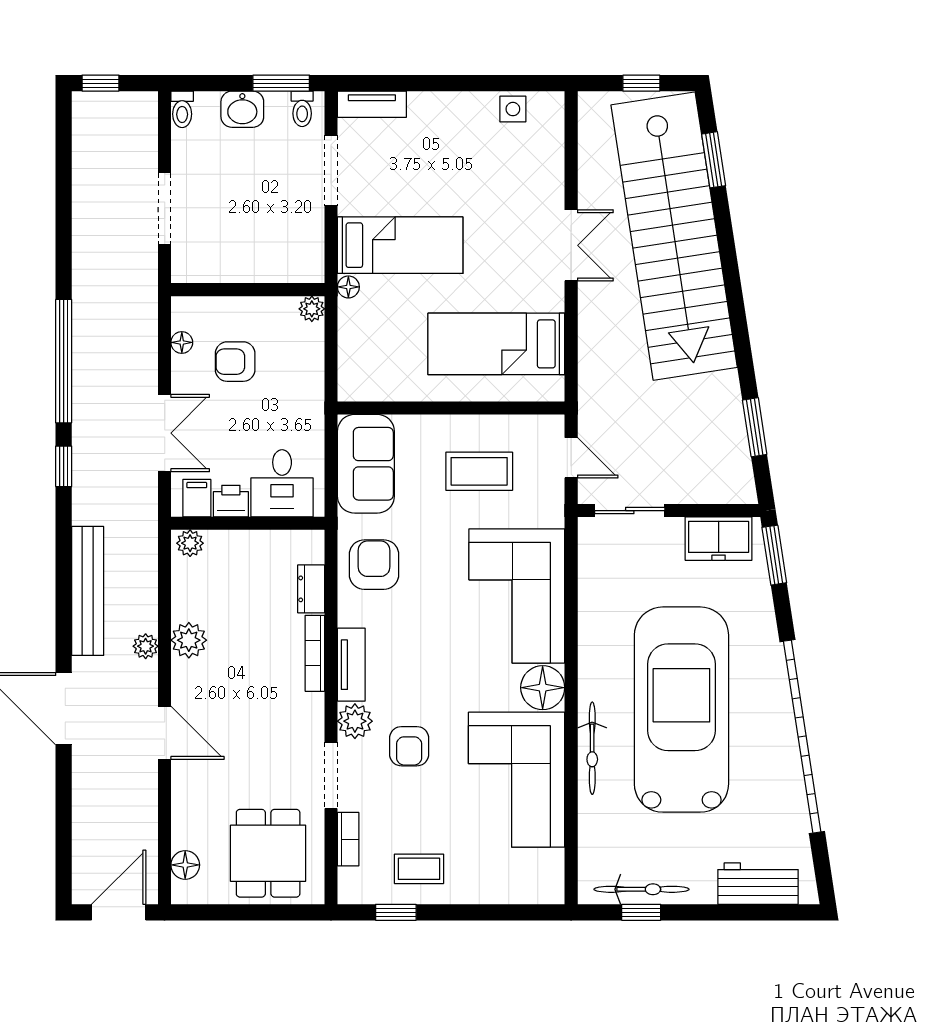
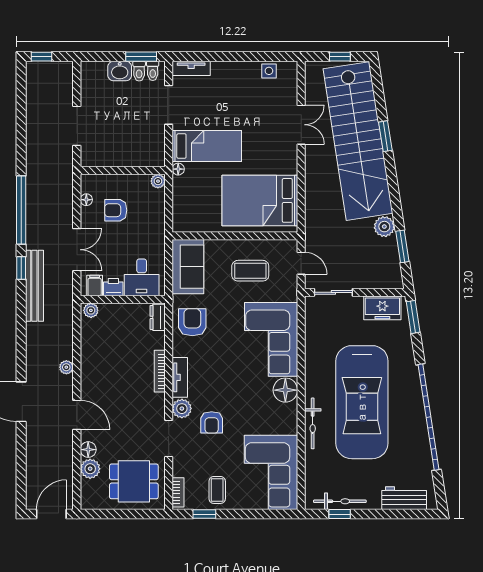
toilet: (182, 109) -> (139, 71), moved
window: (714, 160) -> (385, 136), moved
double door: (571, 245) -> (301, 125), moved
bed: (496, 344) -> (260, 200), width x1.50
plant: (722, 391) -> (384, 227), added
dresser: (311, 589) -> (158, 317), moved
bench: (88, 591) -> (34, 286), moved
plant: (189, 640) -> (90, 469), moved
car: (681, 710) -> (362, 402), turned 180
corner sofa: (517, 780) -> (271, 472), moved
bookcase: (348, 839) -> (178, 492), moved
dining table: (268, 853) -> (134, 481), turned 90
floor lamp: (185, 865) -> (88, 450), moved
coffee table: (419, 869) -> (217, 490), turned 90

